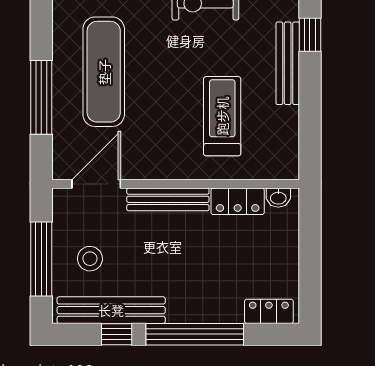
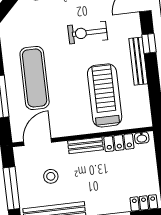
treadmill: (222, 116) -> (105, 95), width x1.37, depth x1.38
bench: (168, 199) -> (86, 145), width x0.73
stool: (90, 259) -> (51, 176), moved

